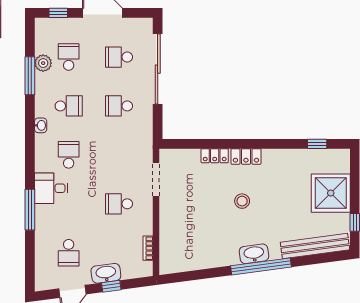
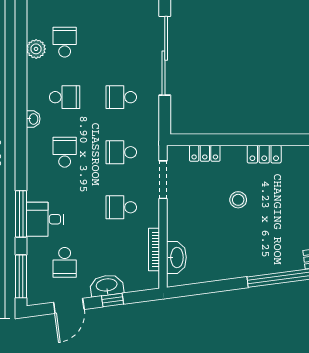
school desk: (119, 57) -> (121, 152), moved
window: (30, 76) -> (21, 276), moved
locker: (215, 156) -> (205, 153), moved
desk: (51, 188) -> (45, 219), moved
stool: (242, 201) -> (238, 200), moved
bookcase: (148, 248) -> (154, 250), width x1.56
washbasin: (254, 254) -> (176, 257), moved, turned 98

